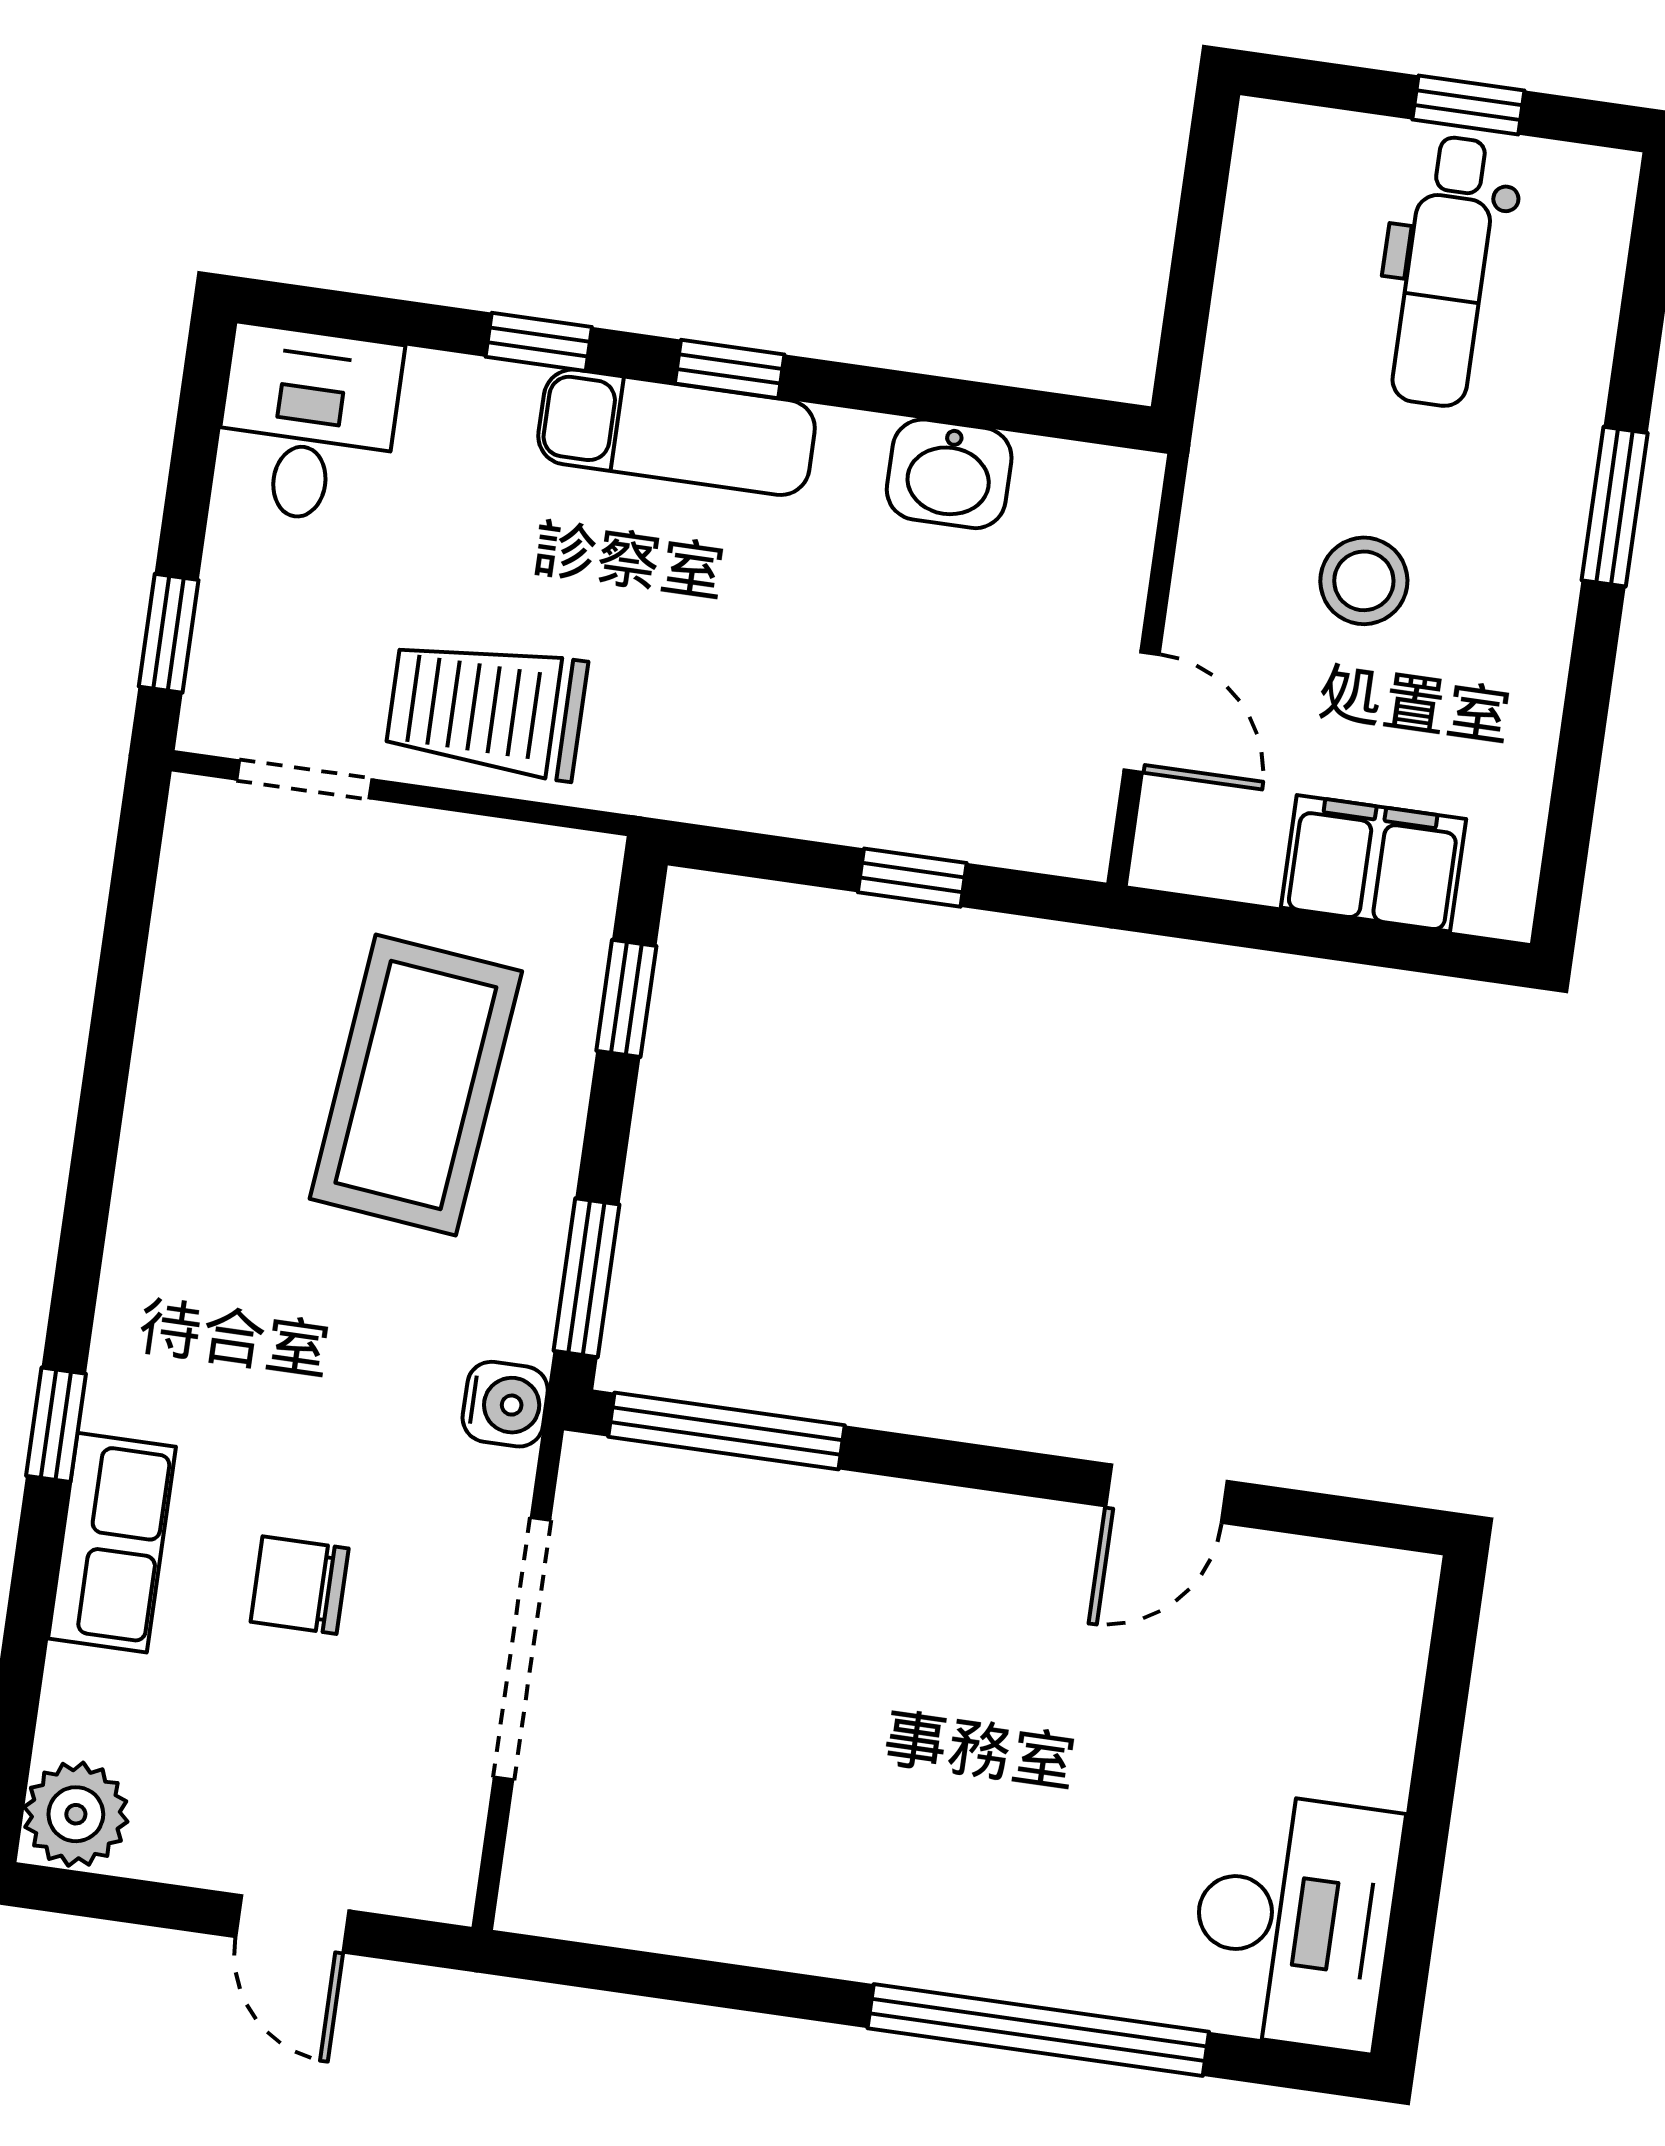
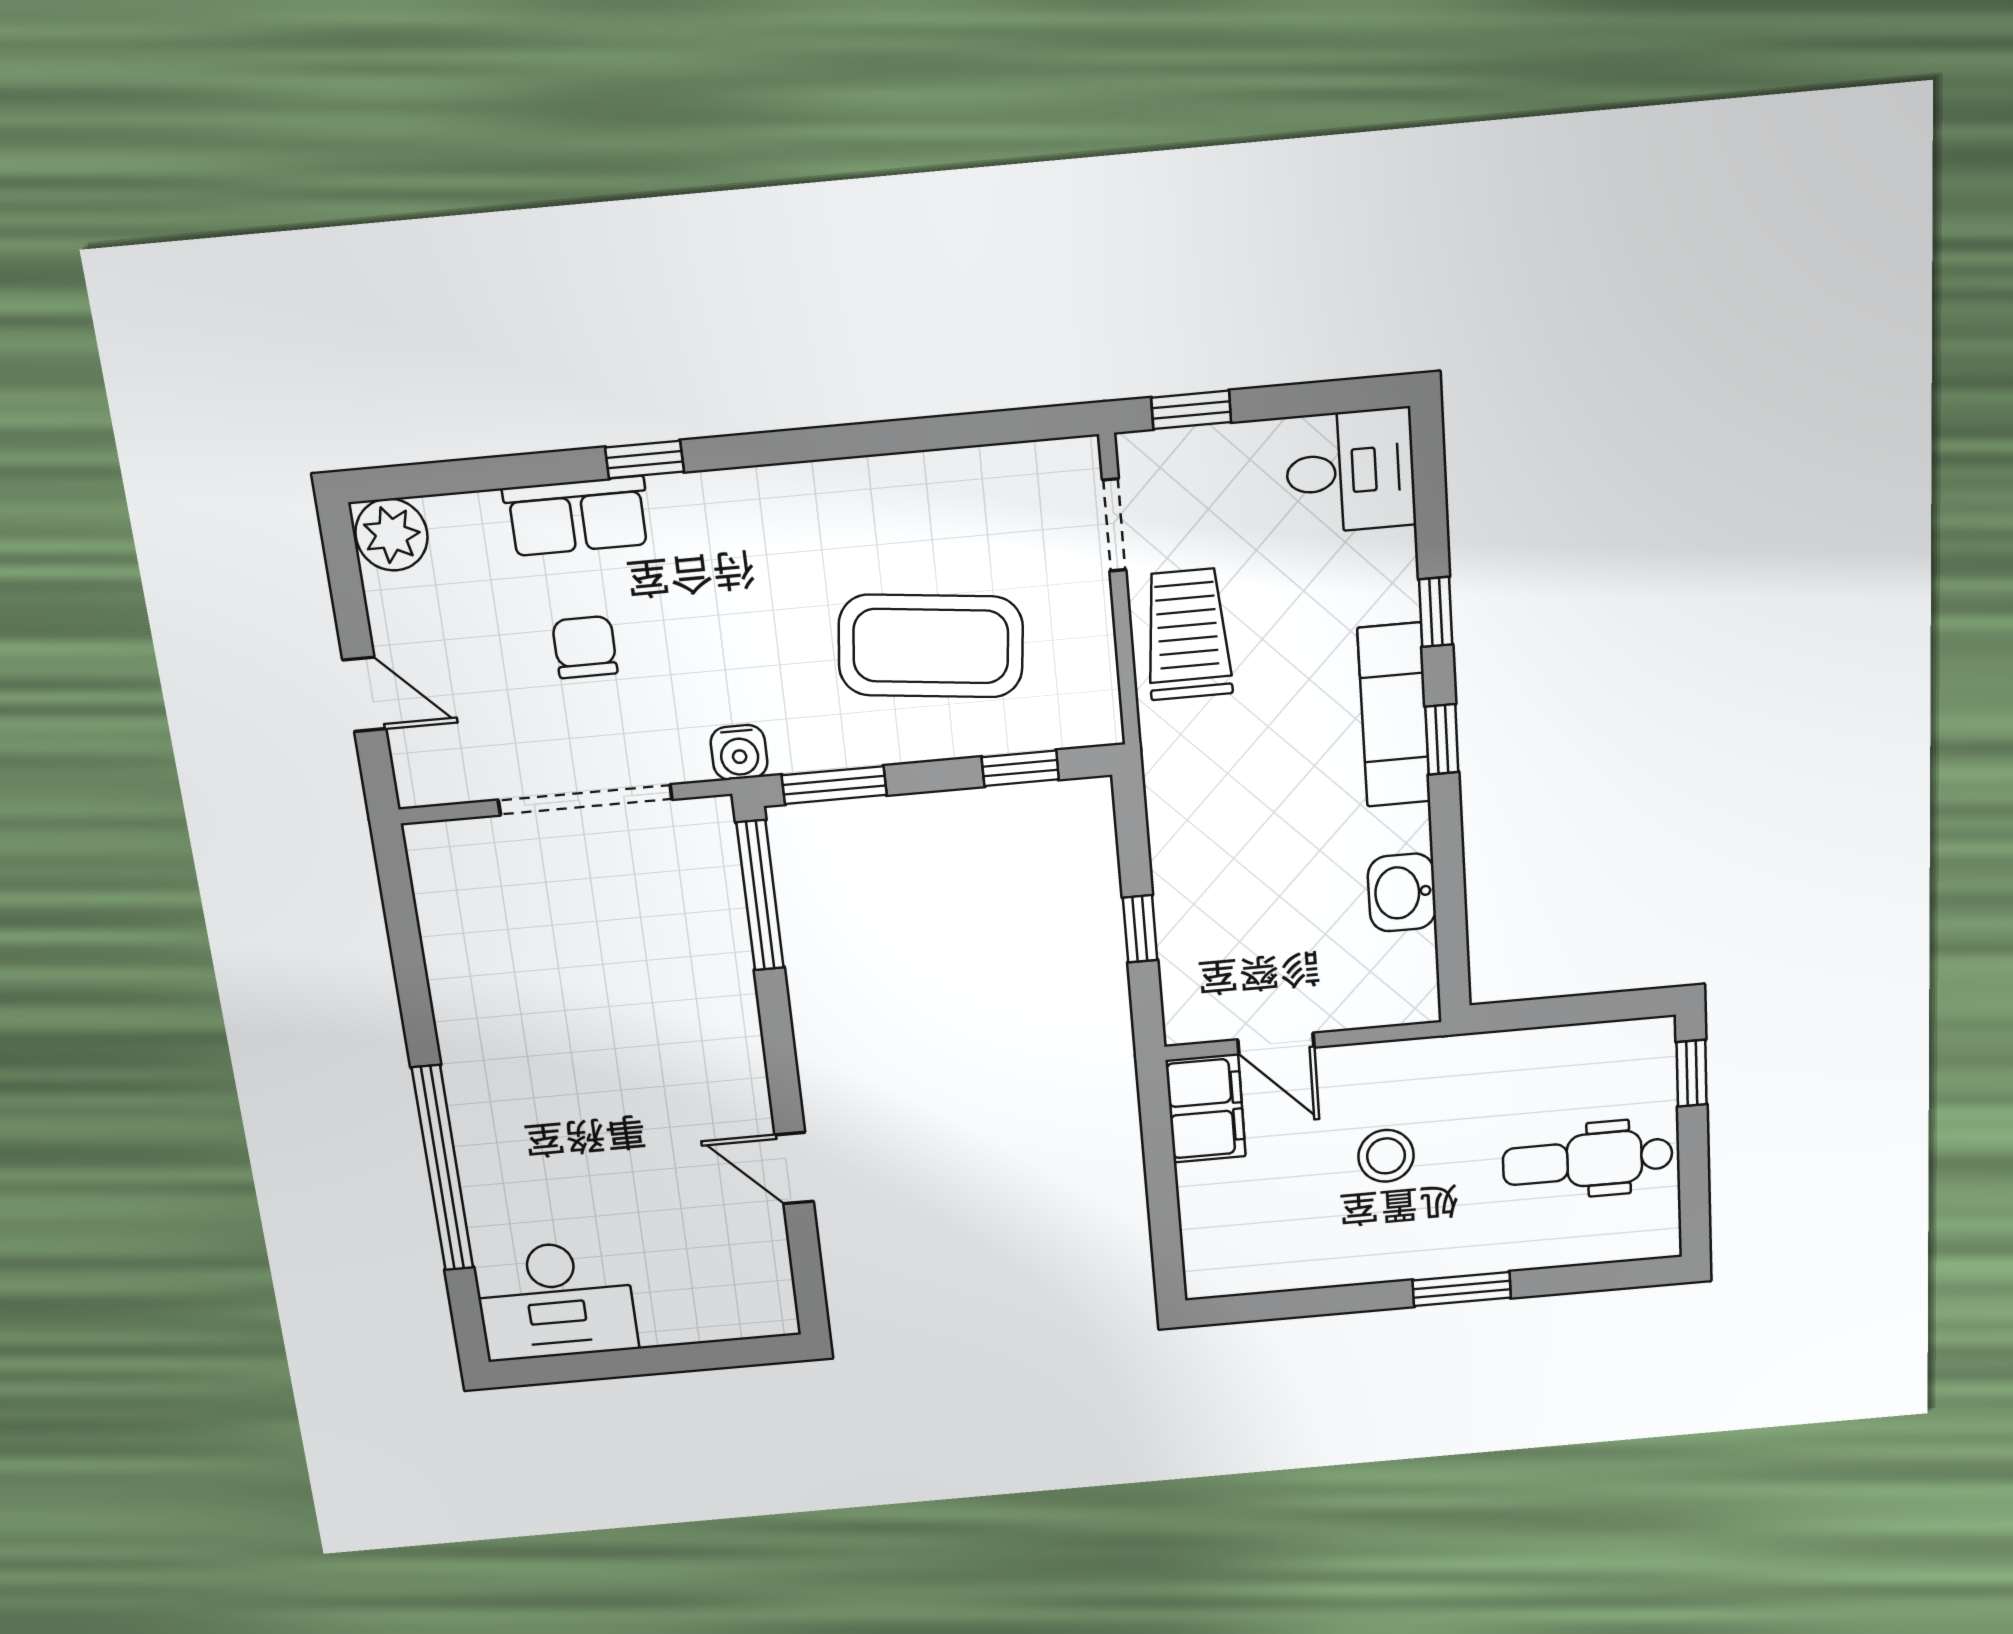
window: (1468, 105) -> (1692, 1073), moved
door: (1142, 712) -> (1276, 1043), hinge flipped
filing cabinet: (1373, 863) -> (1206, 1108), moved
door: (292, 1924) -> (364, 694), swing flipped

